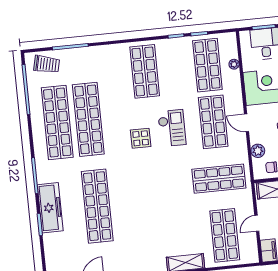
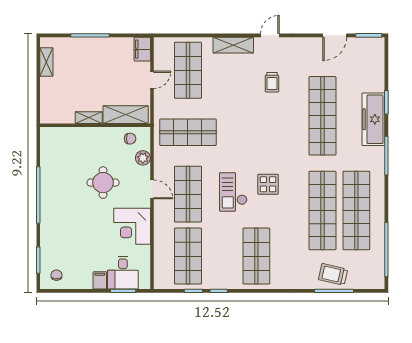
trolley: (47, 64) -> (333, 274), moved
plant: (234, 64) -> (159, 254), removed
trolley: (147, 232) -> (272, 82), added

